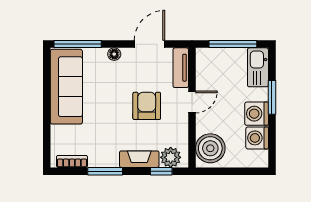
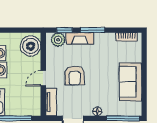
sofa: (66, 87) -> (131, 82), width x0.73
window: (105, 171) -> (93, 30), moved

